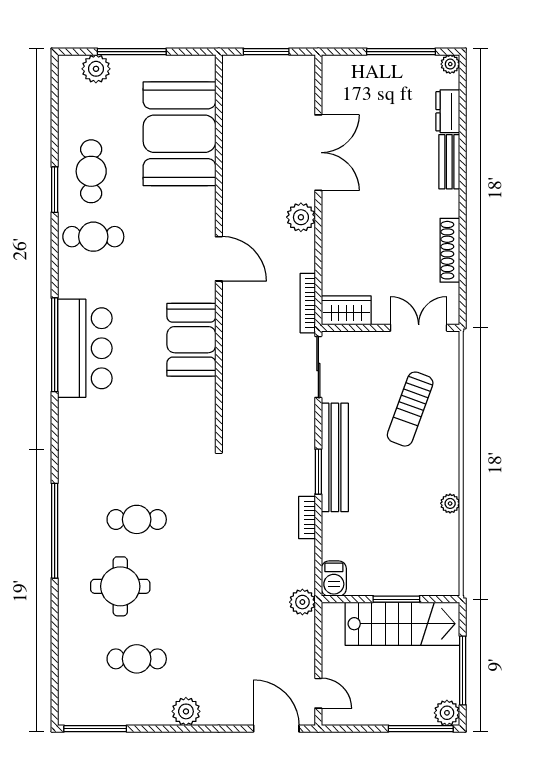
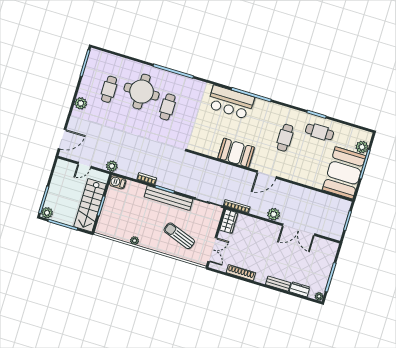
booth: (179, 134) -> (344, 173), moved, turned 90
cafe table: (93, 237) -> (285, 138), moved
bar counter: (85, 348) -> (231, 102), moved
round table: (120, 586) -> (142, 92), width x1.36, depth x1.36
door: (318, 693) -> (85, 165), moved

